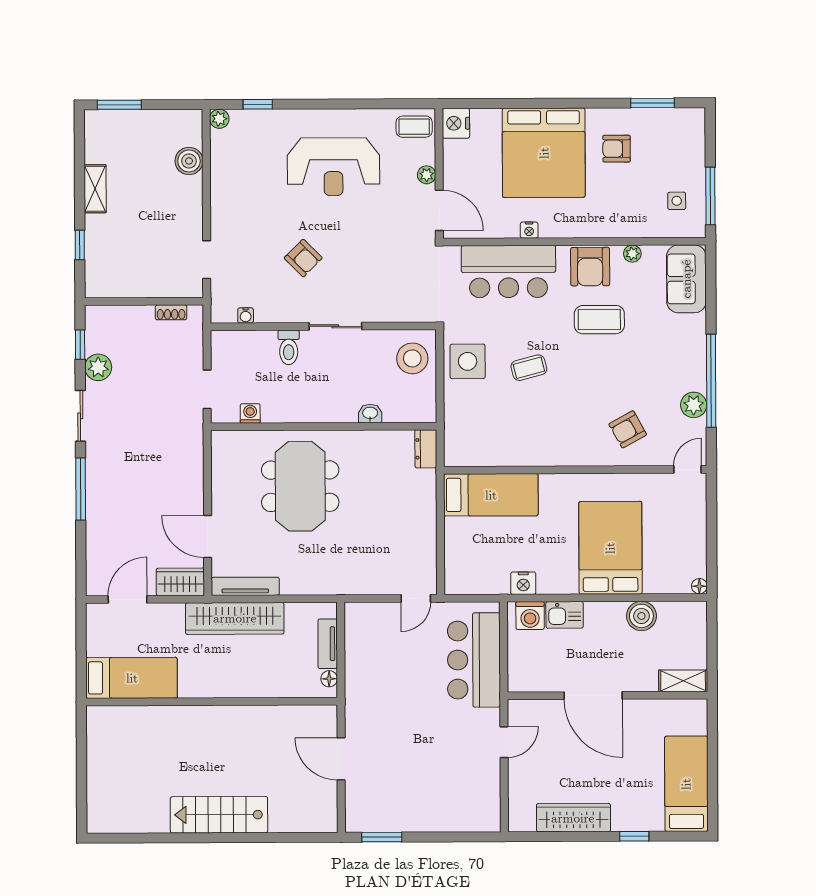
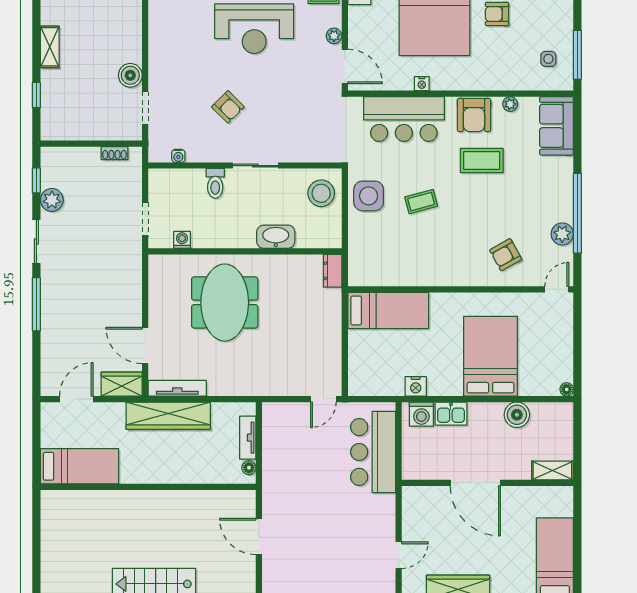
boiler: (189, 161) -> (130, 75), moved
washbasin: (370, 413) -> (276, 237), width x1.91, depth x1.45
door: (504, 742) -> (399, 555), moved

